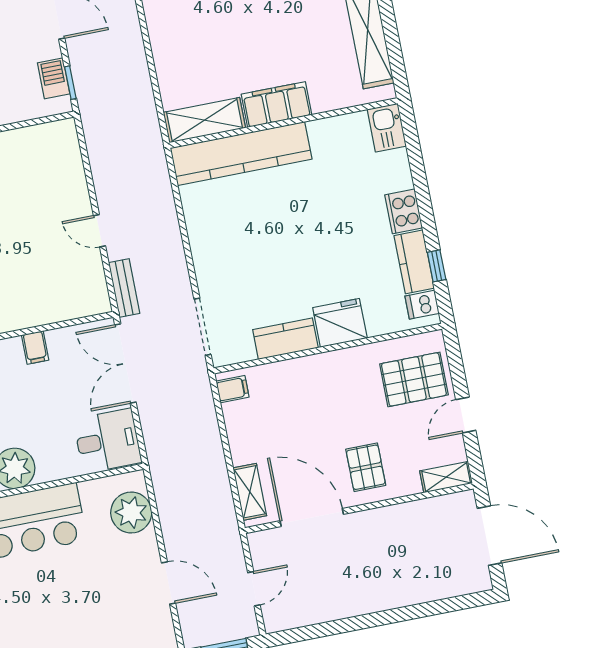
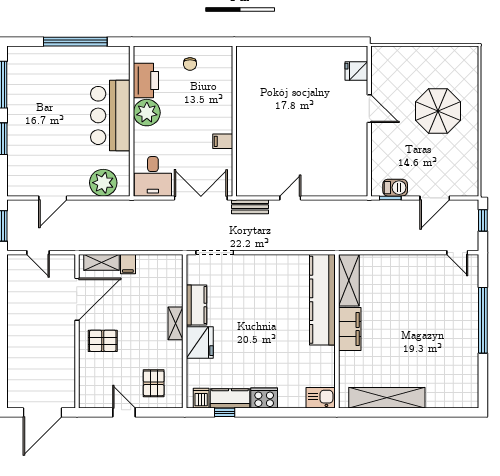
pallet: (414, 379) -> (154, 383), width x0.67, depth x0.71
filing cabinet: (232, 389) -> (128, 264), moved
shelving: (446, 477) -> (176, 323), moved

